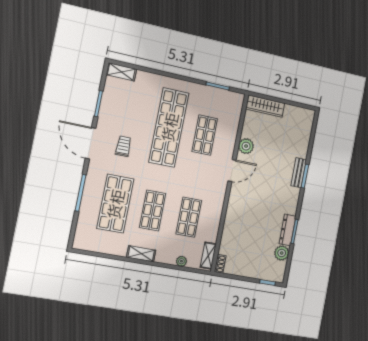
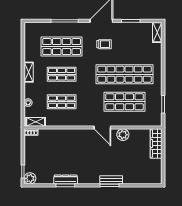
shop shelf: (205, 135) -> (124, 102), width x1.43, depth x1.36
plant: (282, 253) -> (30, 178), moved

